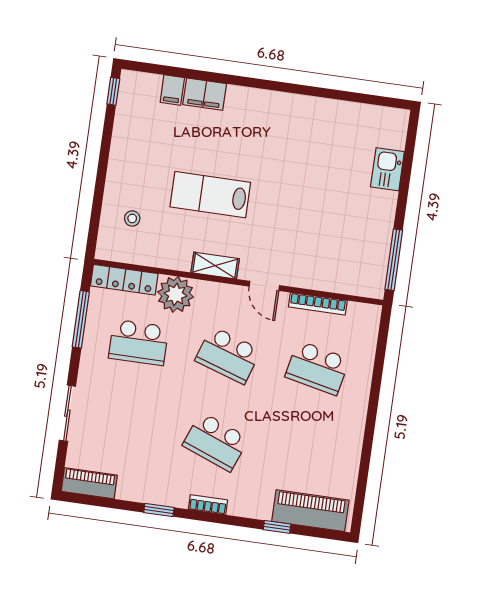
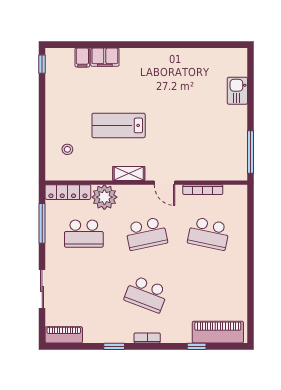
school desk: (228, 355) -> (146, 234), turned -30

